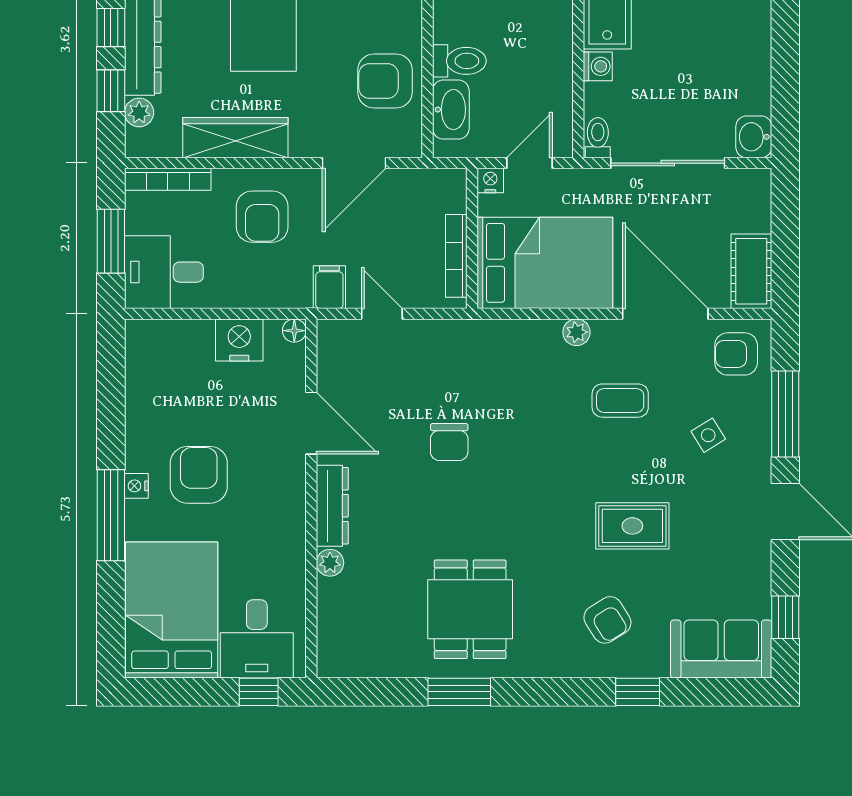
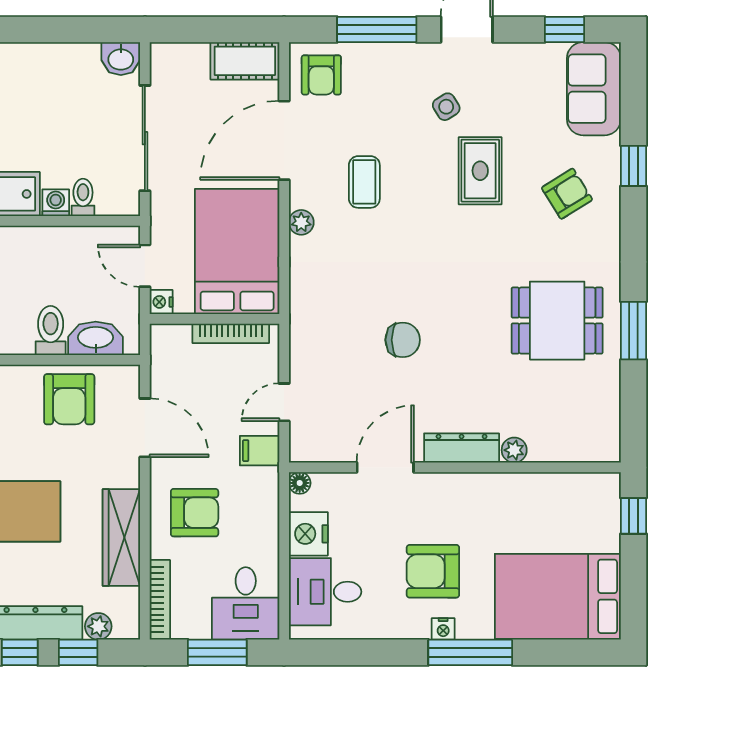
toilet: (598, 138) -> (83, 197), moved, turned 90
side table: (708, 435) -> (446, 107), moved
desk: (257, 639) -> (325, 592), moved, turned 180

